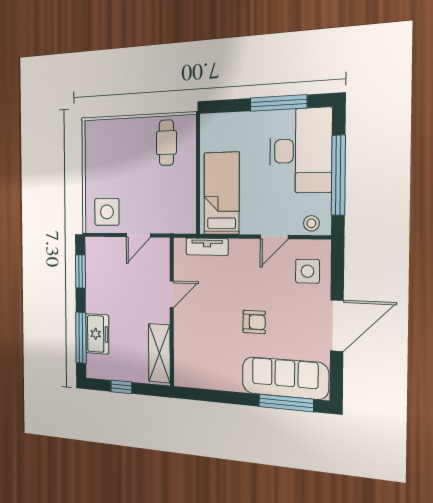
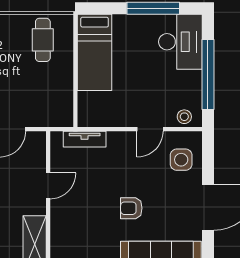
desk: (300, 151) -> (180, 42), width x0.73, depth x0.77
bed: (222, 193) -> (95, 52), moved, turned 180
armchair: (254, 322) -> (131, 208), turned 180

